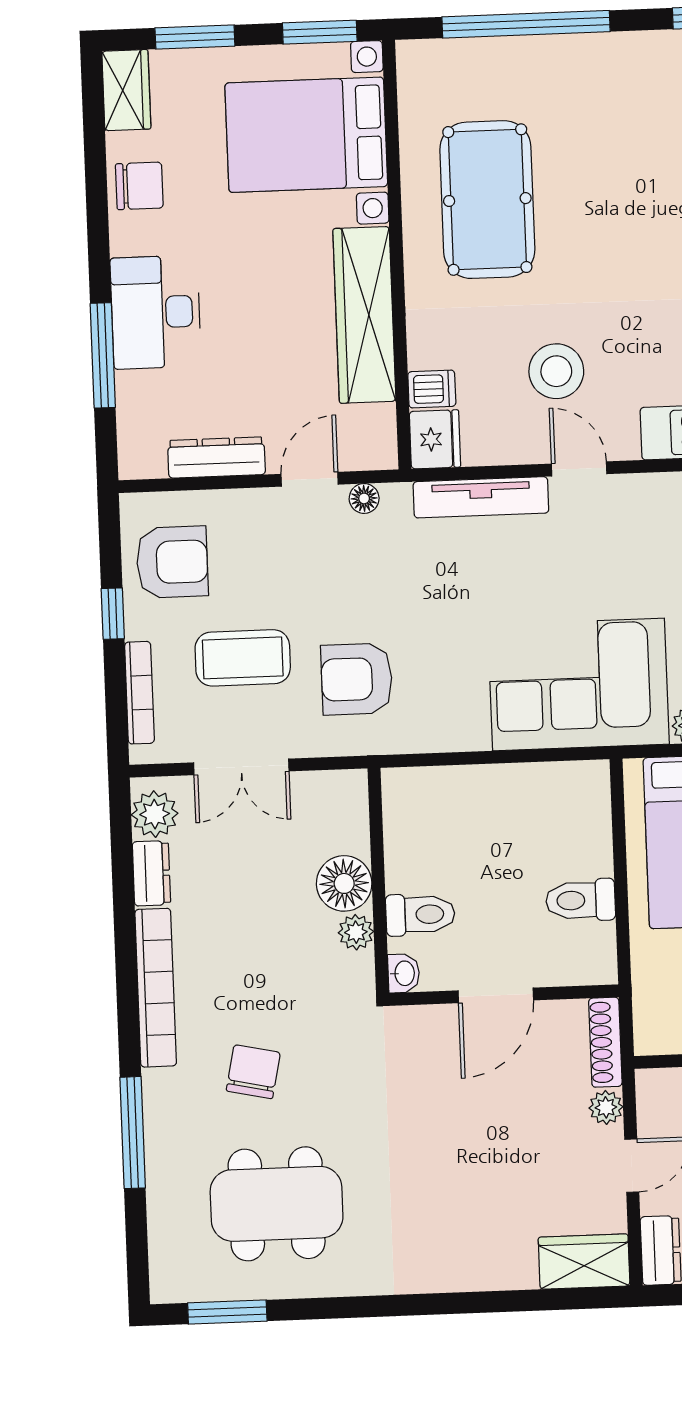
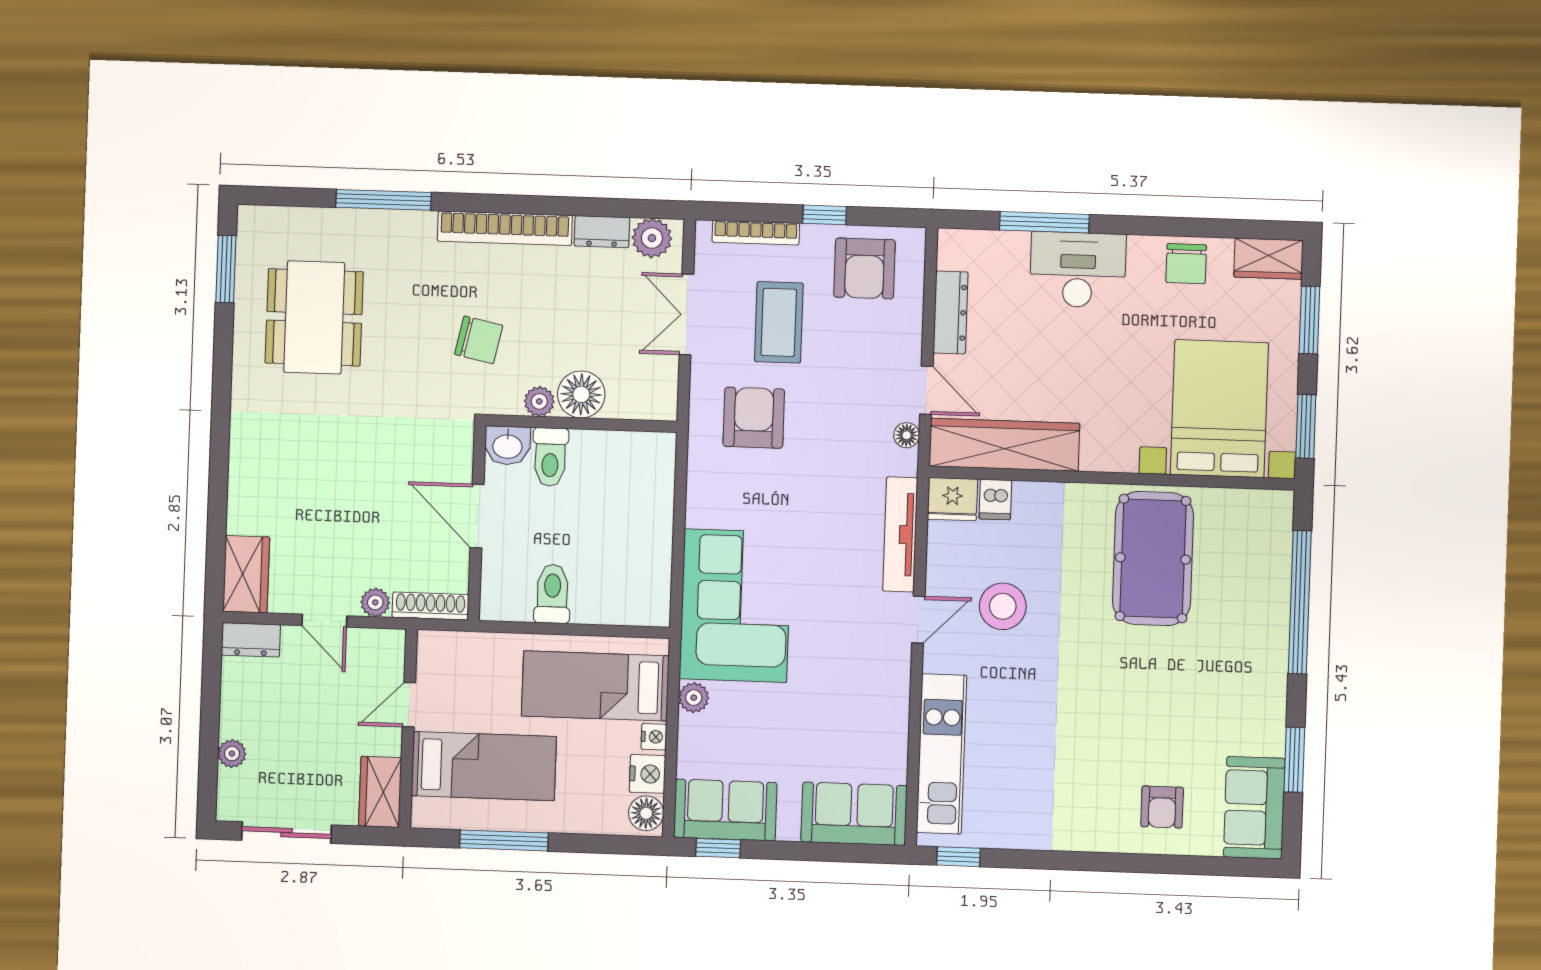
pool table: (487, 200) -> (1153, 558), turned 90
wardrobe: (364, 315) -> (1004, 445), moved
washbasin: (404, 973) -> (507, 445), width x1.38, depth x1.45
chair: (253, 1072) -> (479, 340), moved

